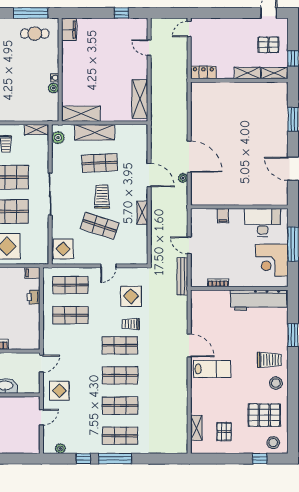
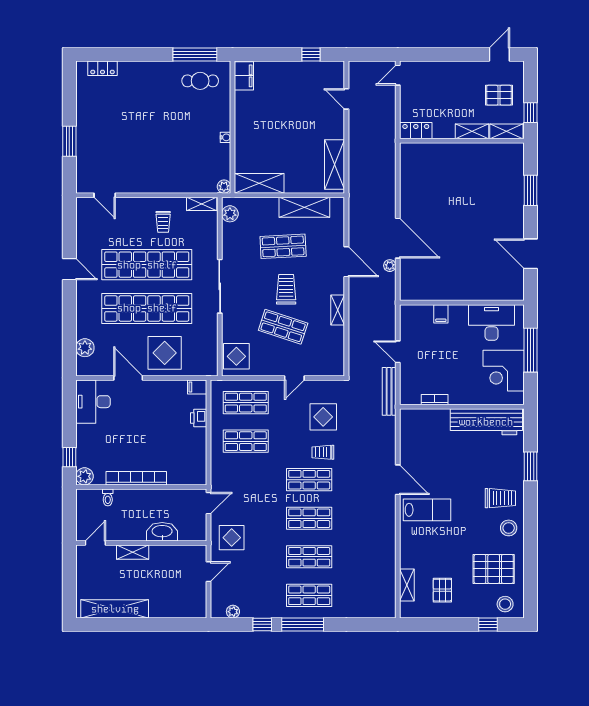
plant: (53, 88) -> (224, 187), moved
shelving: (95, 132) -> (304, 207), moved

